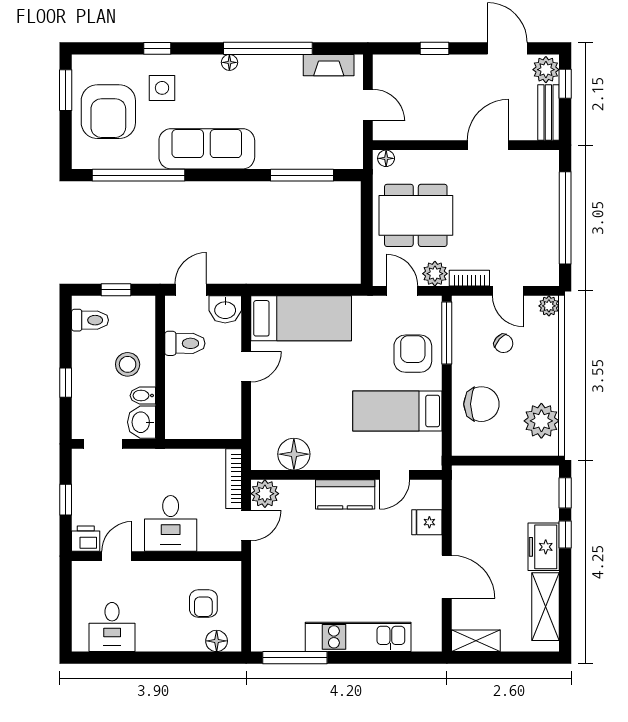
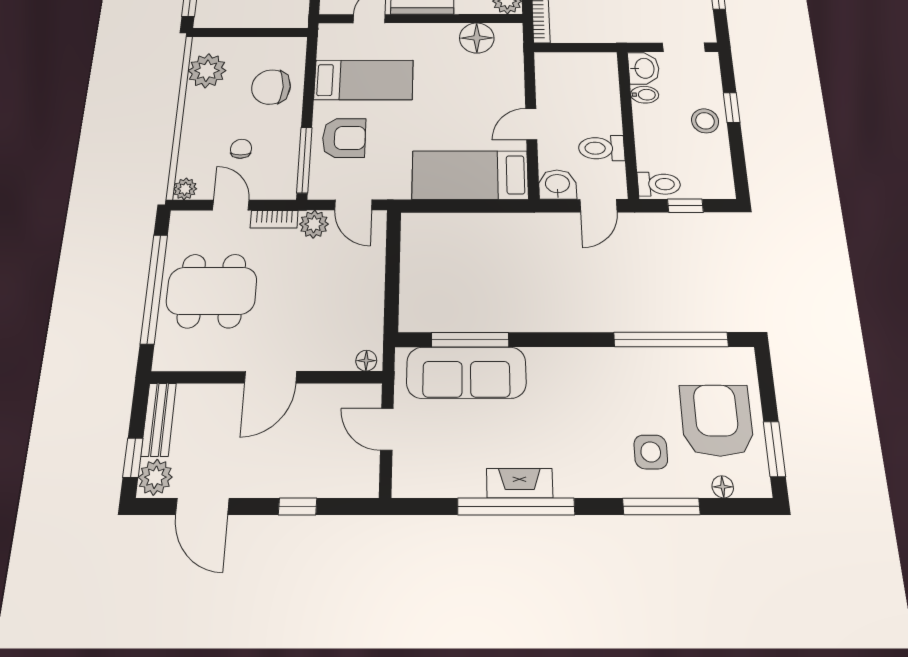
window: (157, 48) -> (661, 506), width x2.17
floor lamp: (229, 62) -> (723, 487), moved
fireplace: (329, 65) -> (520, 483), moved
door: (488, 145) -> (271, 377), moved
sofa: (207, 149) -> (466, 373), moved
dining table: (416, 215) -> (212, 291), moved
toilet: (90, 320) -> (659, 184), moved, turned 180
chair: (503, 343) -> (241, 149), turned 48
armchair: (413, 354) -> (344, 138), turned -90
stool: (128, 364) -> (705, 121), moved

